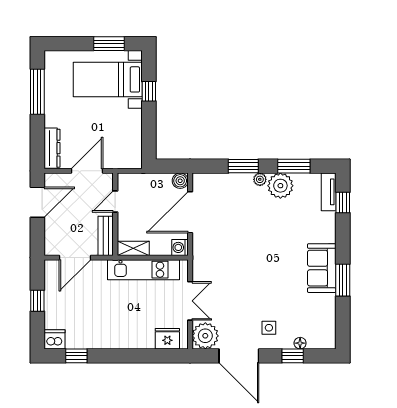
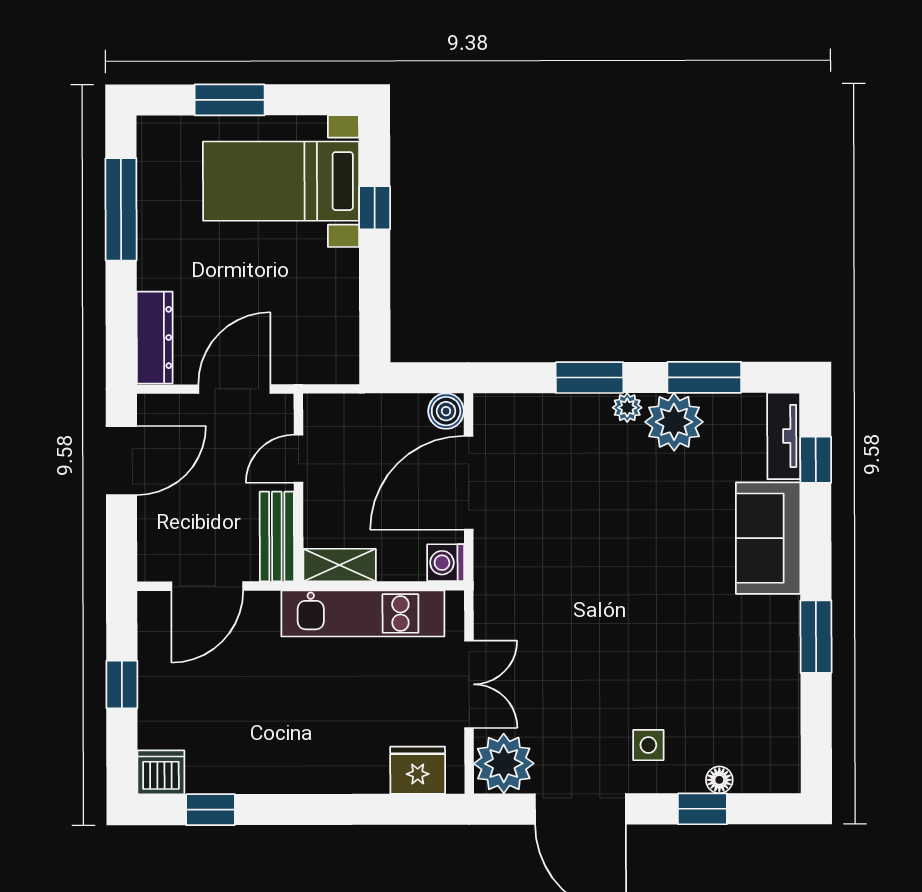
window: (109, 44) -> (230, 100), moved
sofa: (322, 268) -> (768, 538), moved

